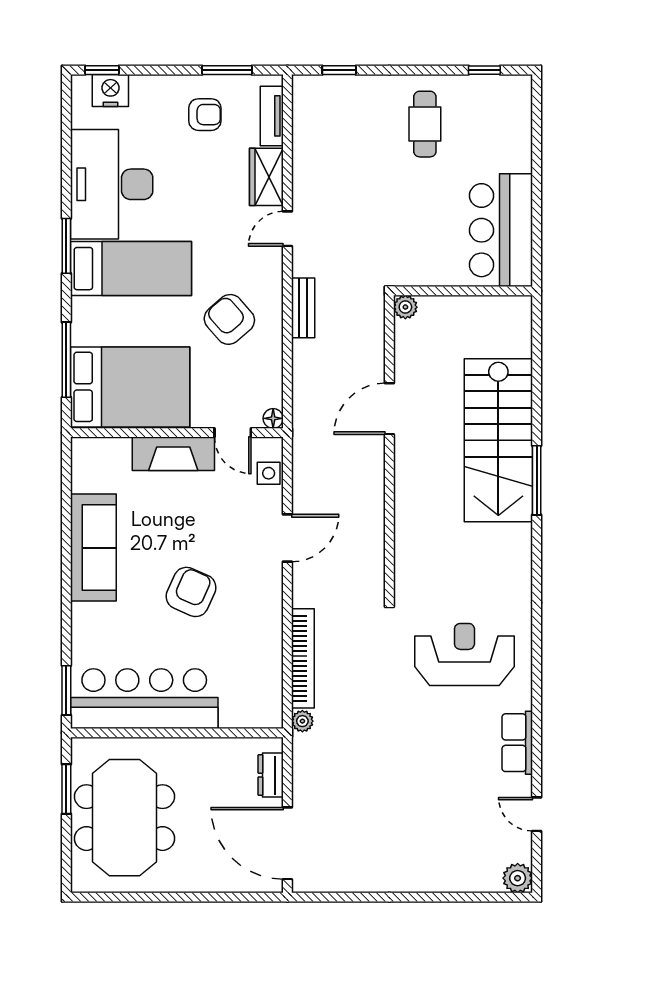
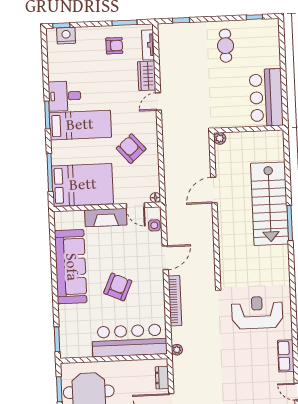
desk: (112, 184) -> (65, 96), width x0.53, depth x0.77
bench: (303, 308) -> (168, 141), removed
sofa: (93, 548) -> (71, 267), width x1.36, depth x1.27
bookcase: (303, 658) -> (175, 301), moved
bar counter: (144, 699) -> (129, 340), moved

